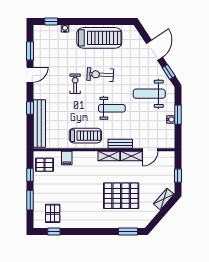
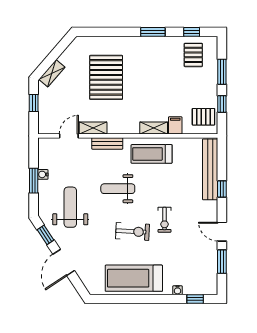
door: (30, 75) -> (222, 232), hinge flipped
weight bench: (149, 94) -> (70, 207), turned -90
shelving: (109, 156) -> (154, 128), moved
pallet: (121, 196) -> (106, 77), turned 90
window: (128, 232) -> (153, 32), moved

